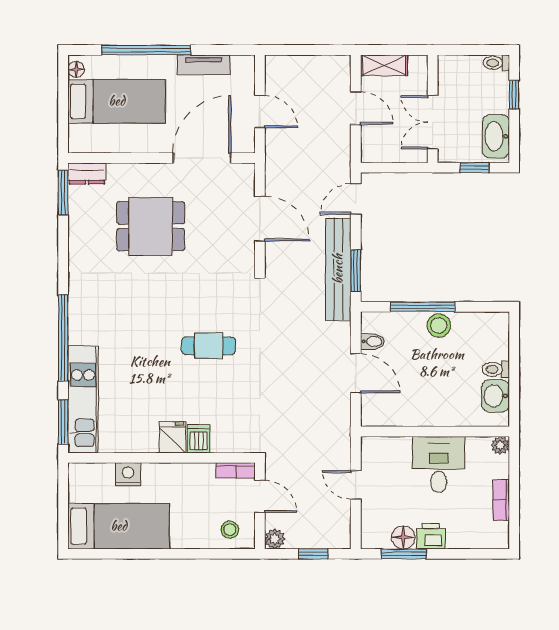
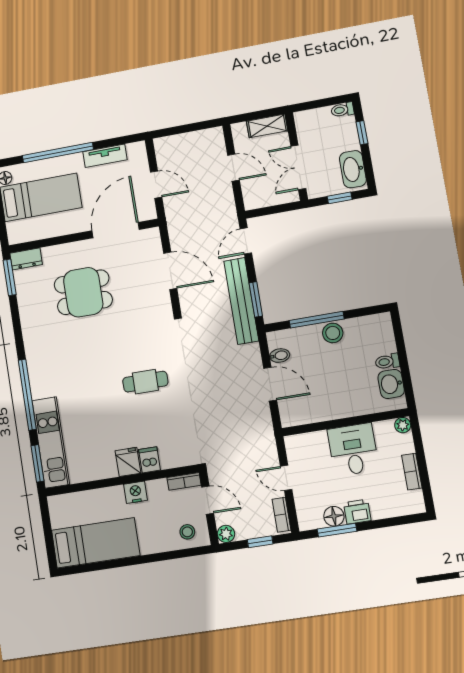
shelving: (384, 65) -> (267, 126), moved
nightstand: (128, 474) -> (136, 492), moved
bookcase: (343, 527) -> (281, 515), added

